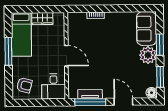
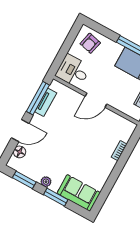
plant: (148, 55) -> (46, 182), width x0.53, depth x0.53
floor lamp: (152, 93) -> (20, 152), moved

